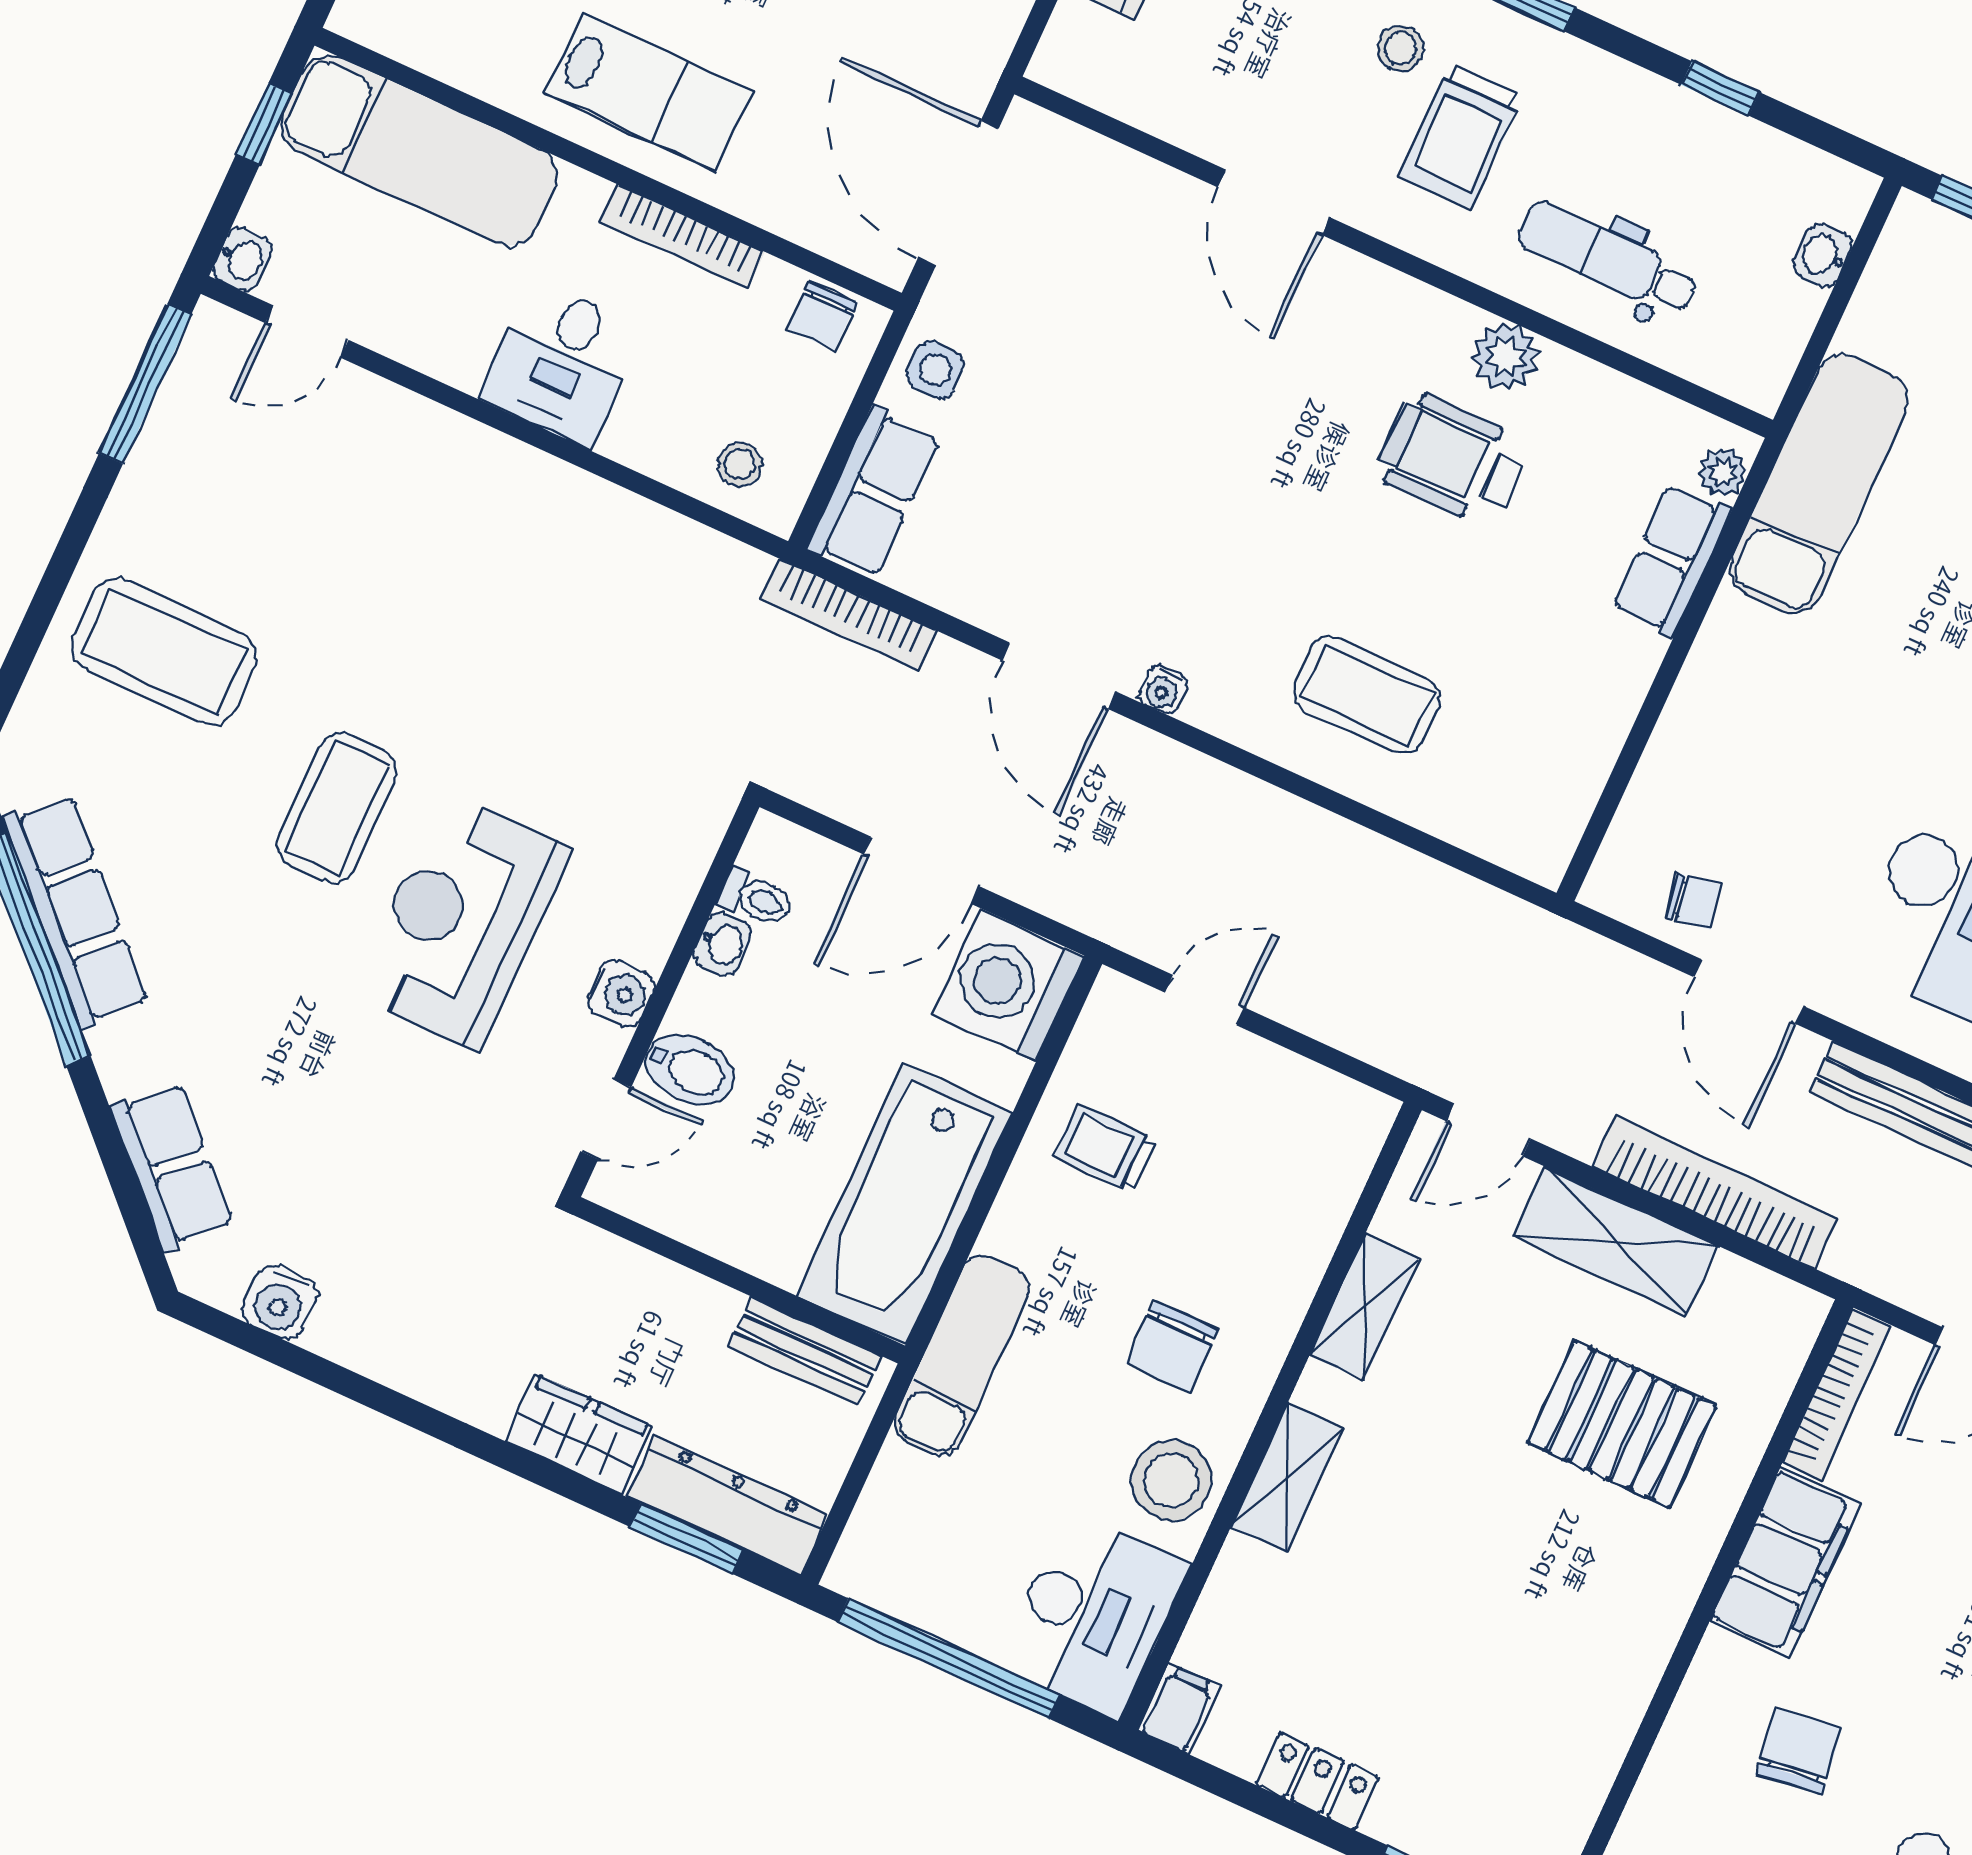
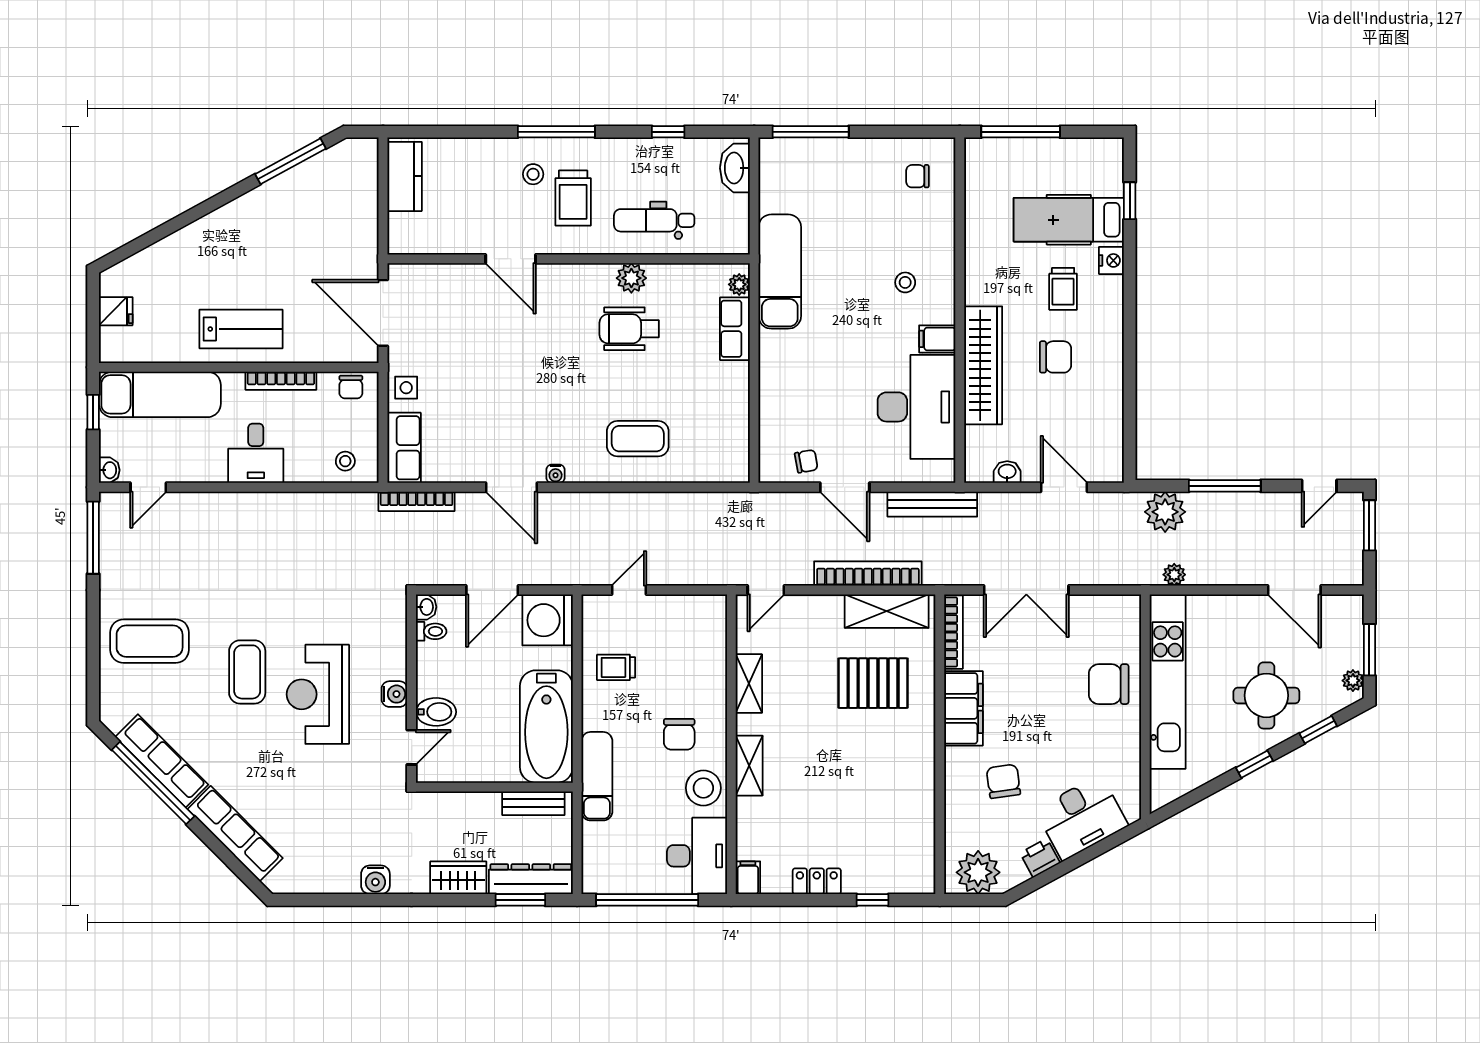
washbasin: (1823, 255) -> (735, 168), width x1.91, depth x1.45
washbasin: (722, 944) -> (426, 607), moved
row of seats: (172, 1166) -> (235, 834), width x1.48
shelving: (1616, 1241) -> (887, 611), moved
water cooler: (280, 1302) -> (375, 880), moved

